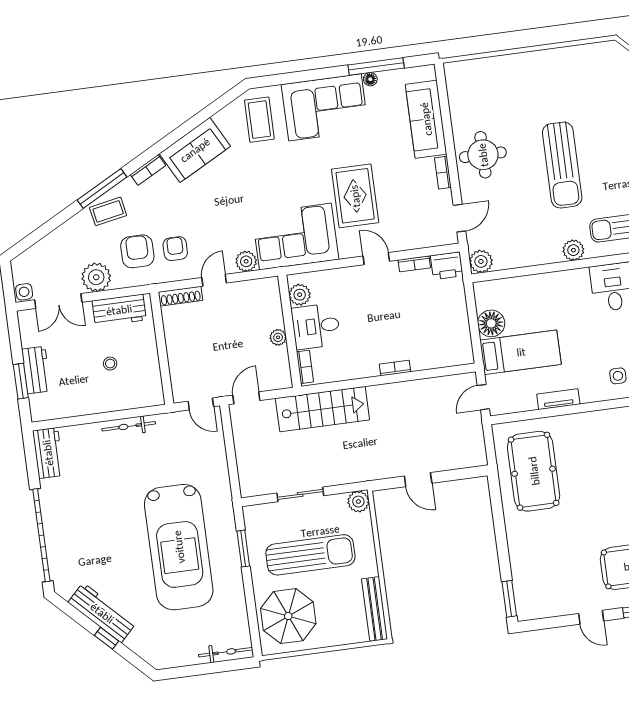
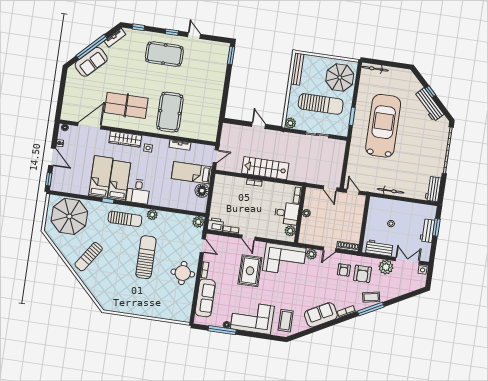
door: (459, 218) -> (203, 246), swing flipped
door: (246, 398) -> (330, 188), hinge flipped
stairs: (322, 409) -> (265, 168), moved
pool table: (534, 471) -> (170, 112), moved
sun lounger: (310, 555) -> (321, 104), turned 180

